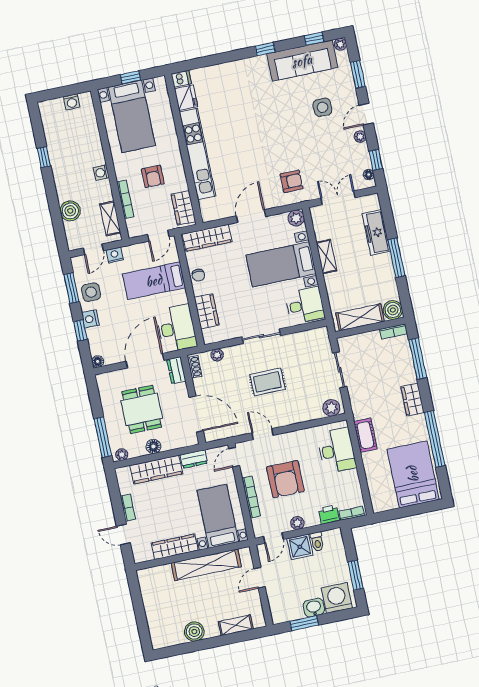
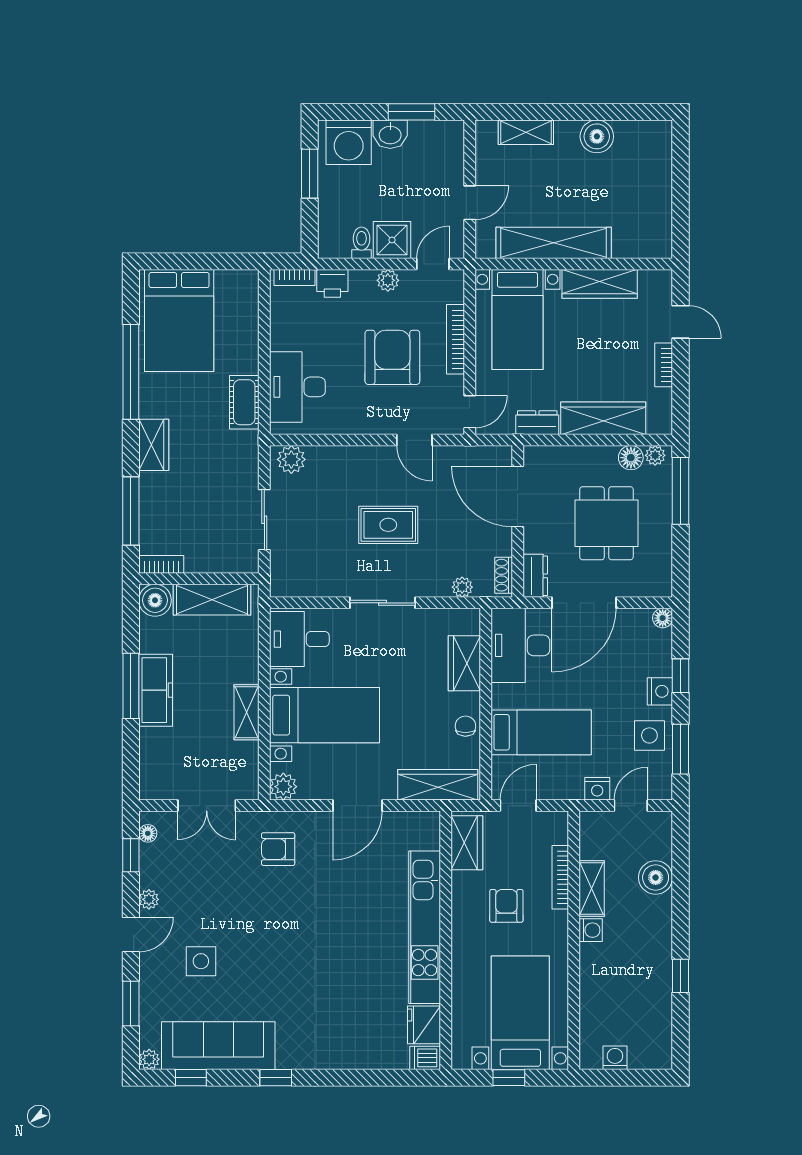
shelving: (110, 218) -> (592, 889), moved
freezer: (376, 232) -> (156, 690), moved
floor lamp: (153, 446) -> (631, 458), moved

